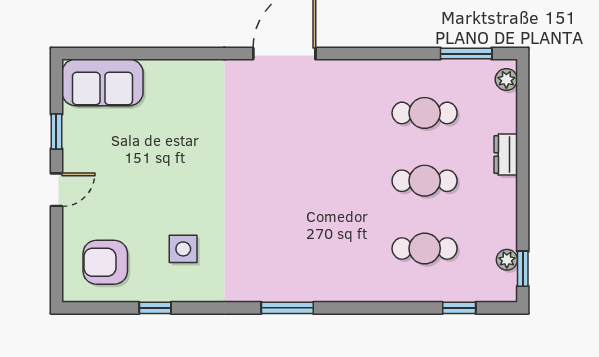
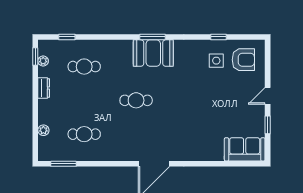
plant: (506, 79) -> (43, 130), moved
dresser: (506, 155) -> (44, 88), moved
cafe table: (425, 181) -> (136, 100), moved
side table: (183, 249) -> (216, 61), moved
booth: (286, 276) -> (153, 53), added

